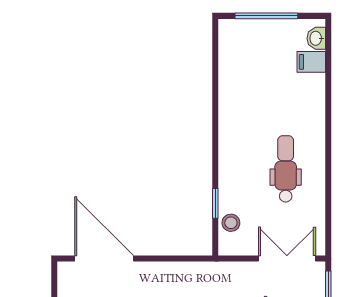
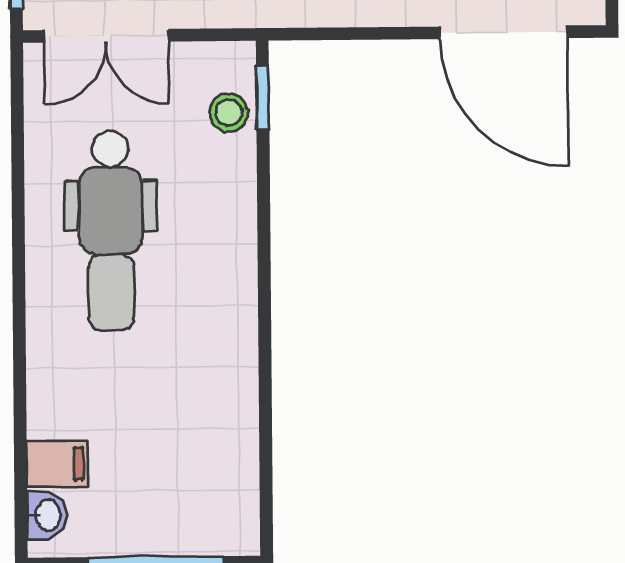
dental chair: (286, 169) -> (111, 231), width x1.36, depth x1.38
window: (215, 203) -> (263, 98), moved

